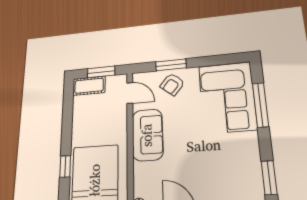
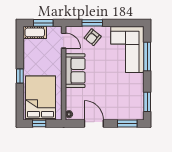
window: (65, 166) -> (20, 76), moved

